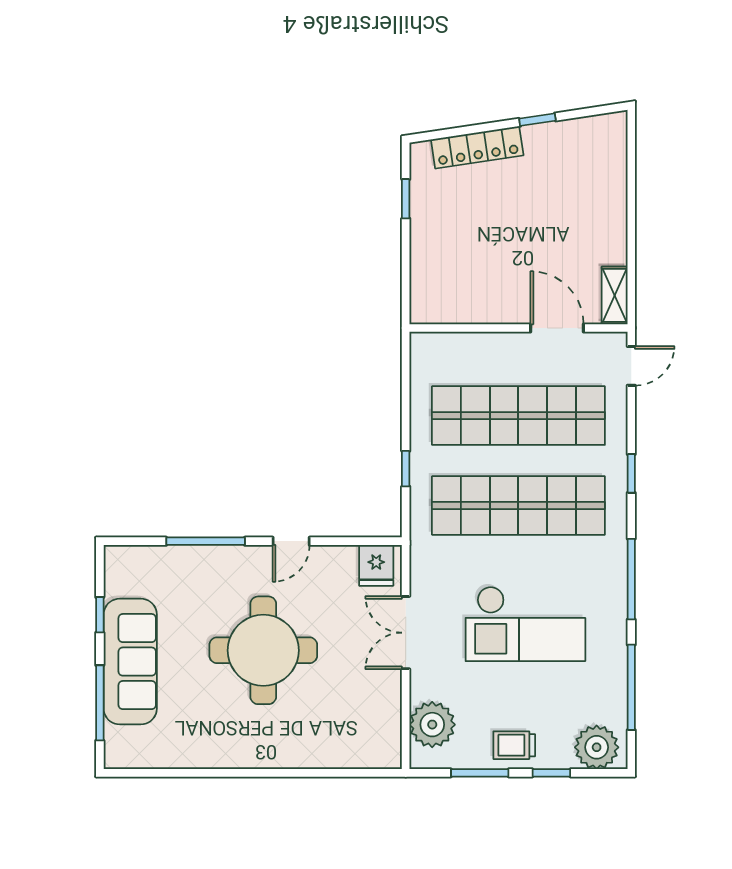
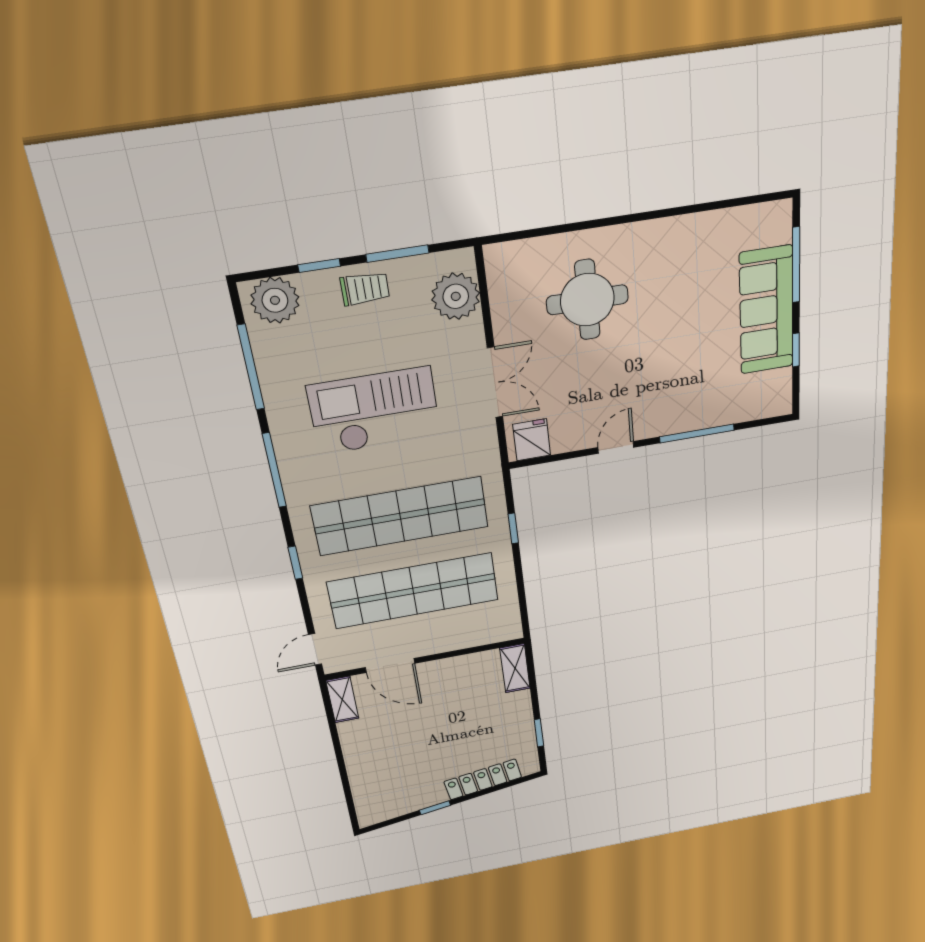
shelving: (423, 294) -> (515, 668), added
round table: (263, 650) -> (587, 300), moved, width x0.73, depth x0.73

